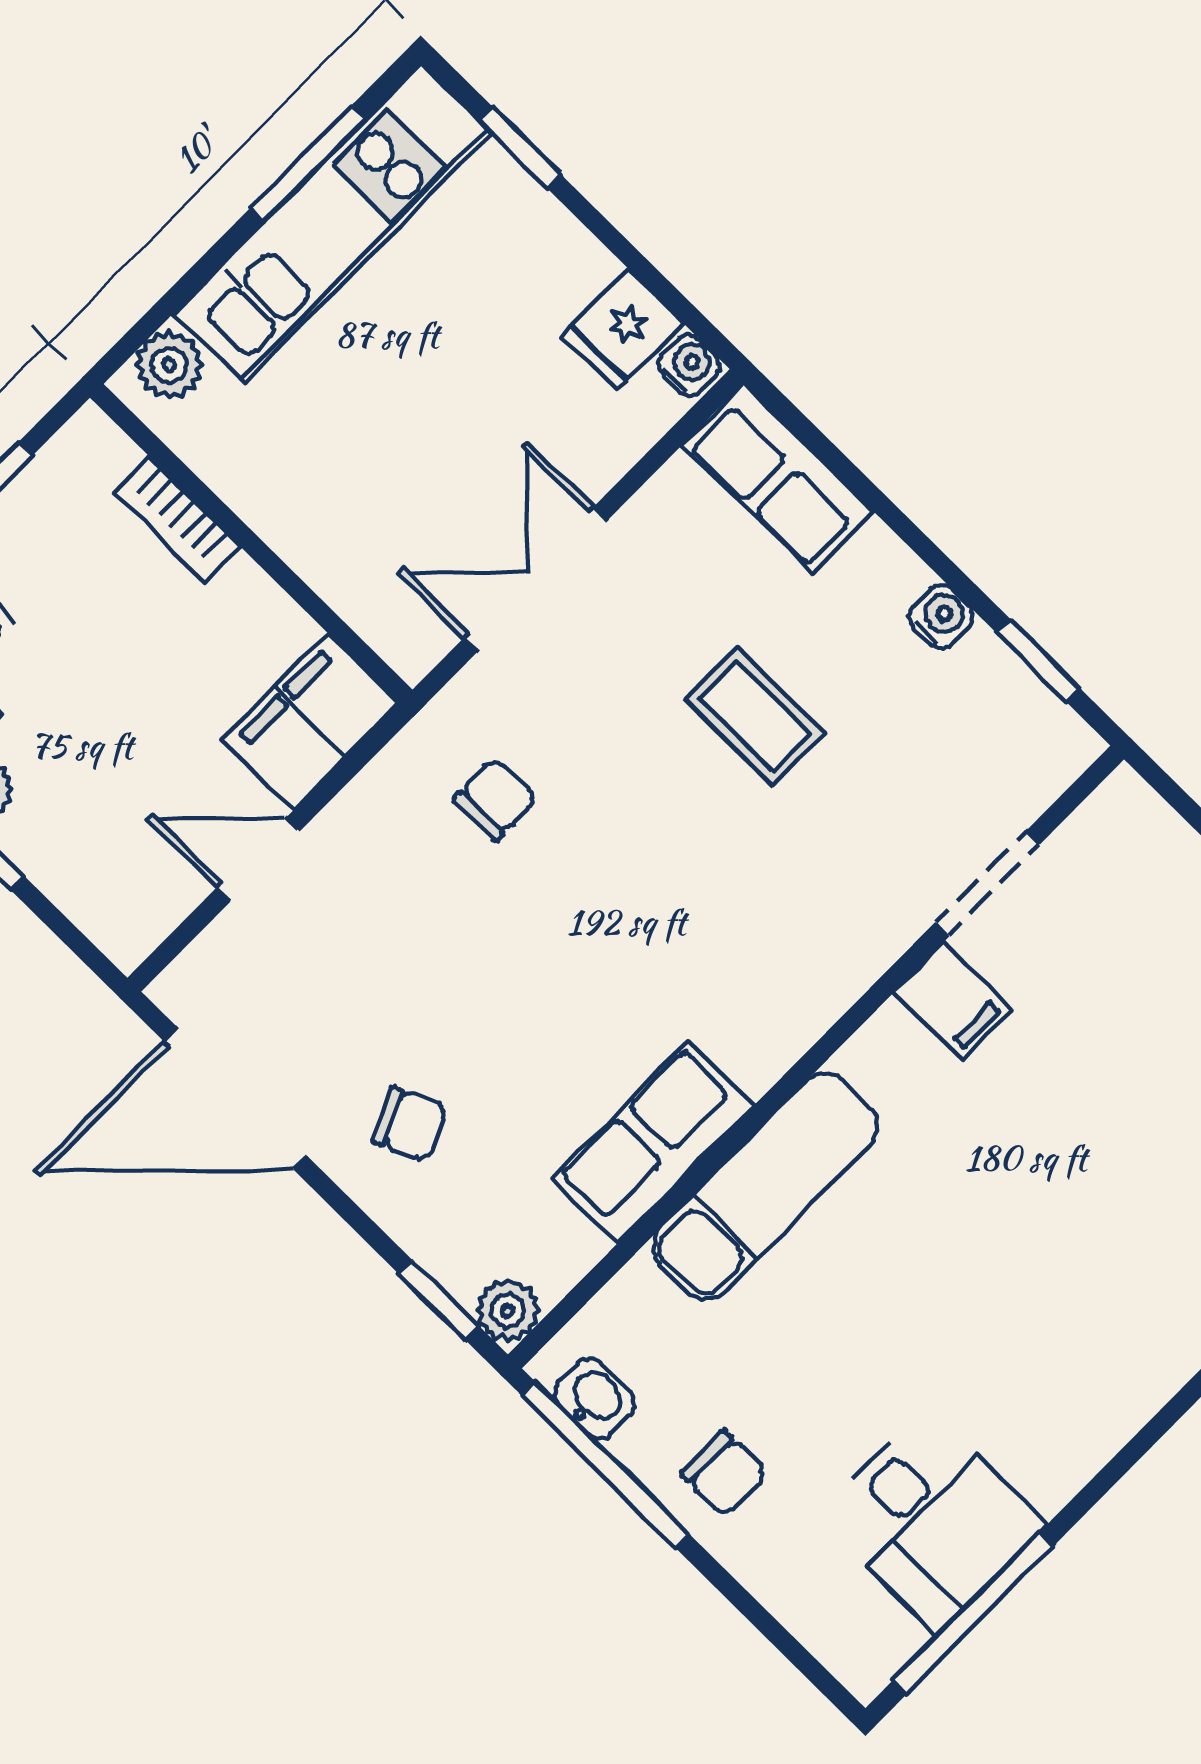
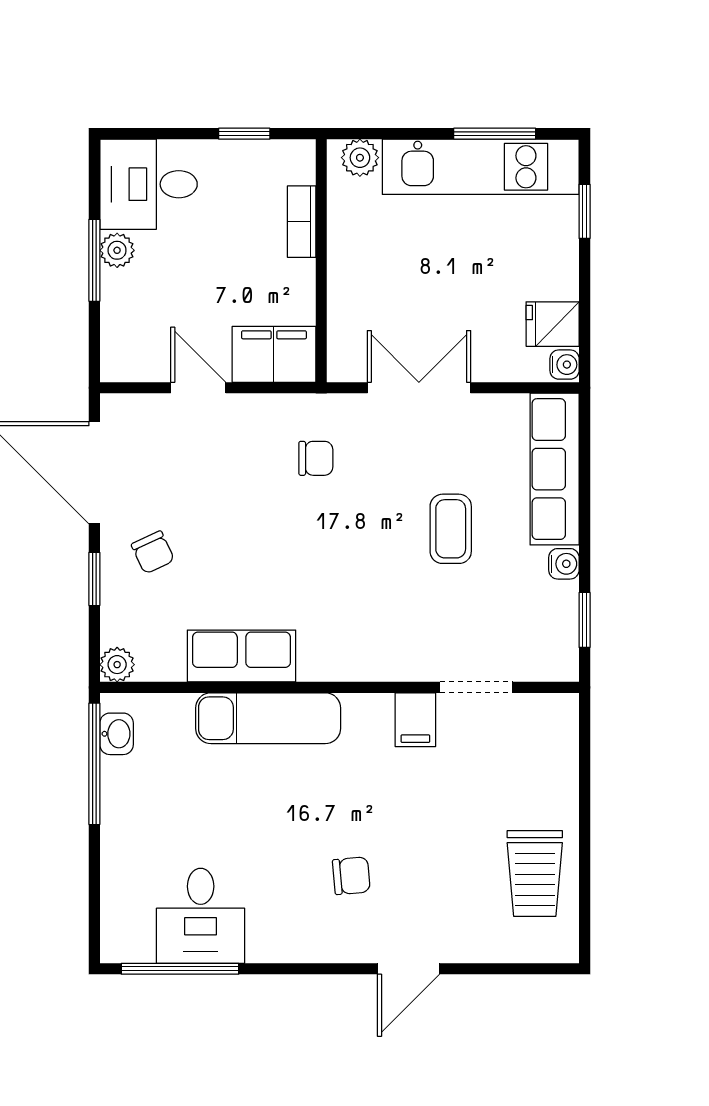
row of seats: (778, 478) -> (555, 469), width x1.48
window: (439, 1300) -> (94, 579), moved
chair: (725, 1474) -> (351, 876), moved, turned -95

